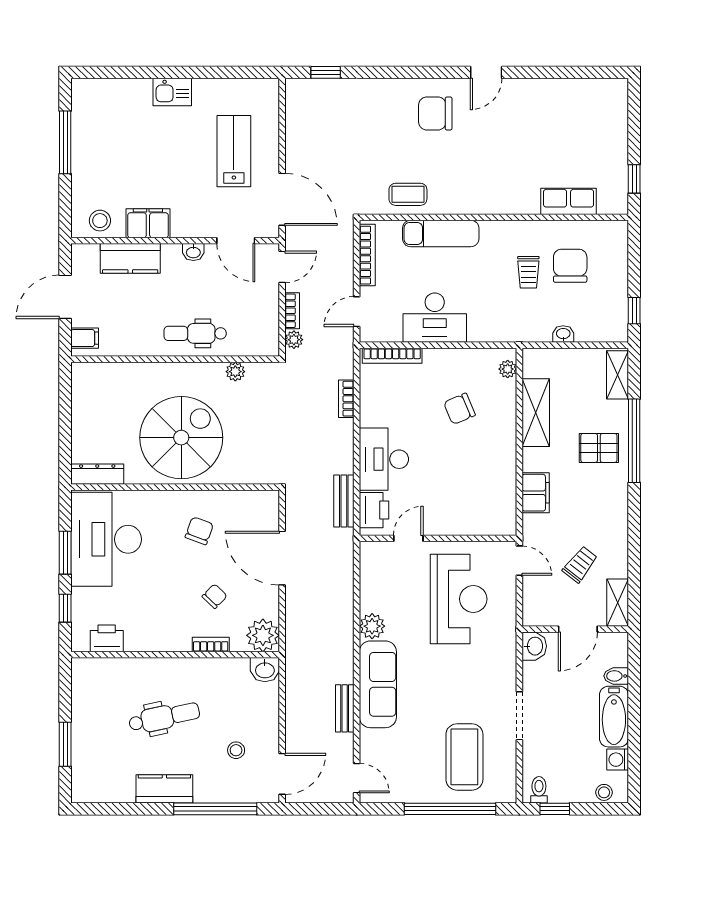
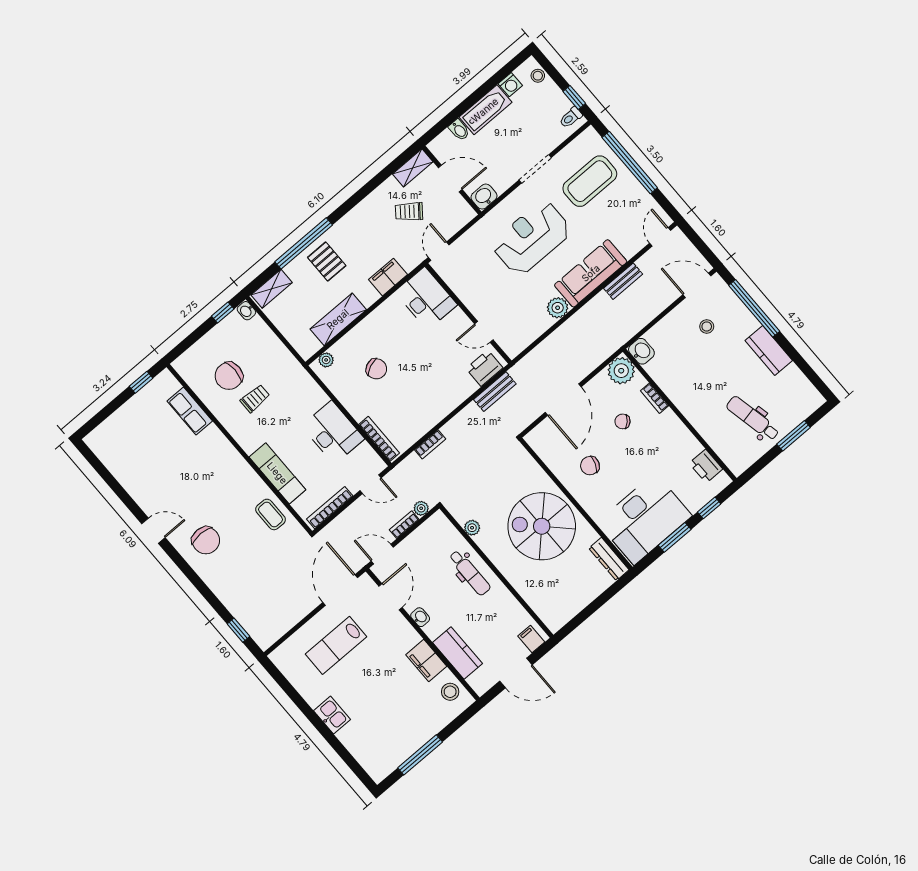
washbasin: (563, 334) -> (246, 311), moved
desk: (384, 459) -> (426, 298), moved, turned -90
reception desk: (459, 599) -> (532, 238), moved
dental chair: (164, 717) -> (753, 418), moved

